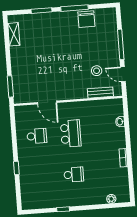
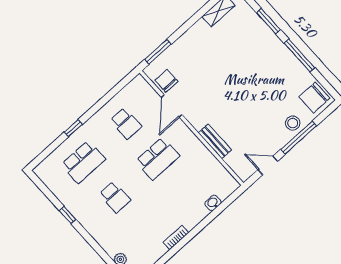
chair: (86, 19) -> (314, 97), moved
stool: (97, 71) -> (293, 123), moved
door: (123, 74) -> (268, 165), hinge flipped
bench: (100, 93) -> (215, 141), moved
chair: (30, 94) -> (166, 81), added
school desk: (40, 177) -> (83, 162), added

